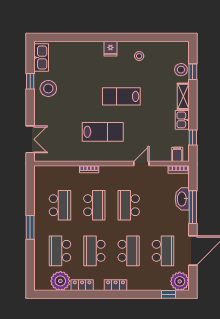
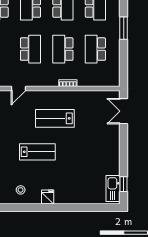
window: (30, 81) -> (124, 184), moved
stool: (48, 88) -> (106, 159), removed

